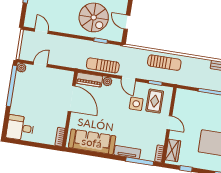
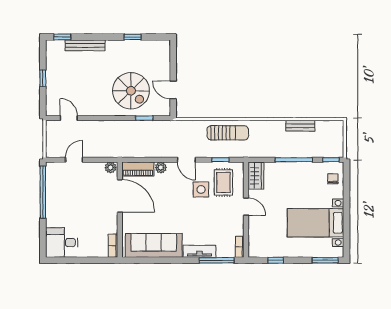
sun lounger: (103, 65) -> (152, 148), removed
plant: (21, 68) -> (111, 168), moved
wardrobe: (173, 150) -> (256, 176), moved

